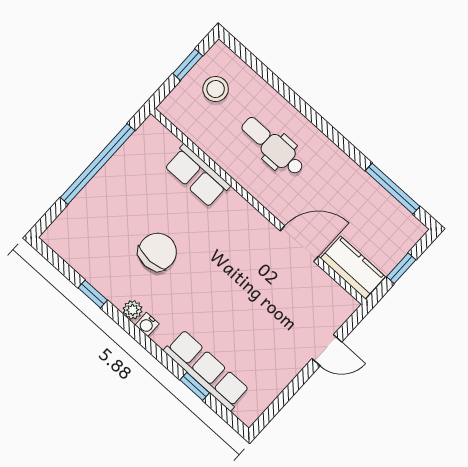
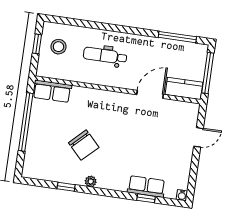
row of seats: (197, 176) -> (52, 91), moved
chair: (157, 252) -> (84, 145), turned 136
window: (401, 268) -> (208, 73), width x2.17
water cooler: (147, 324) -> (182, 195), moved
row of seats: (206, 370) -> (146, 186), width x0.68

